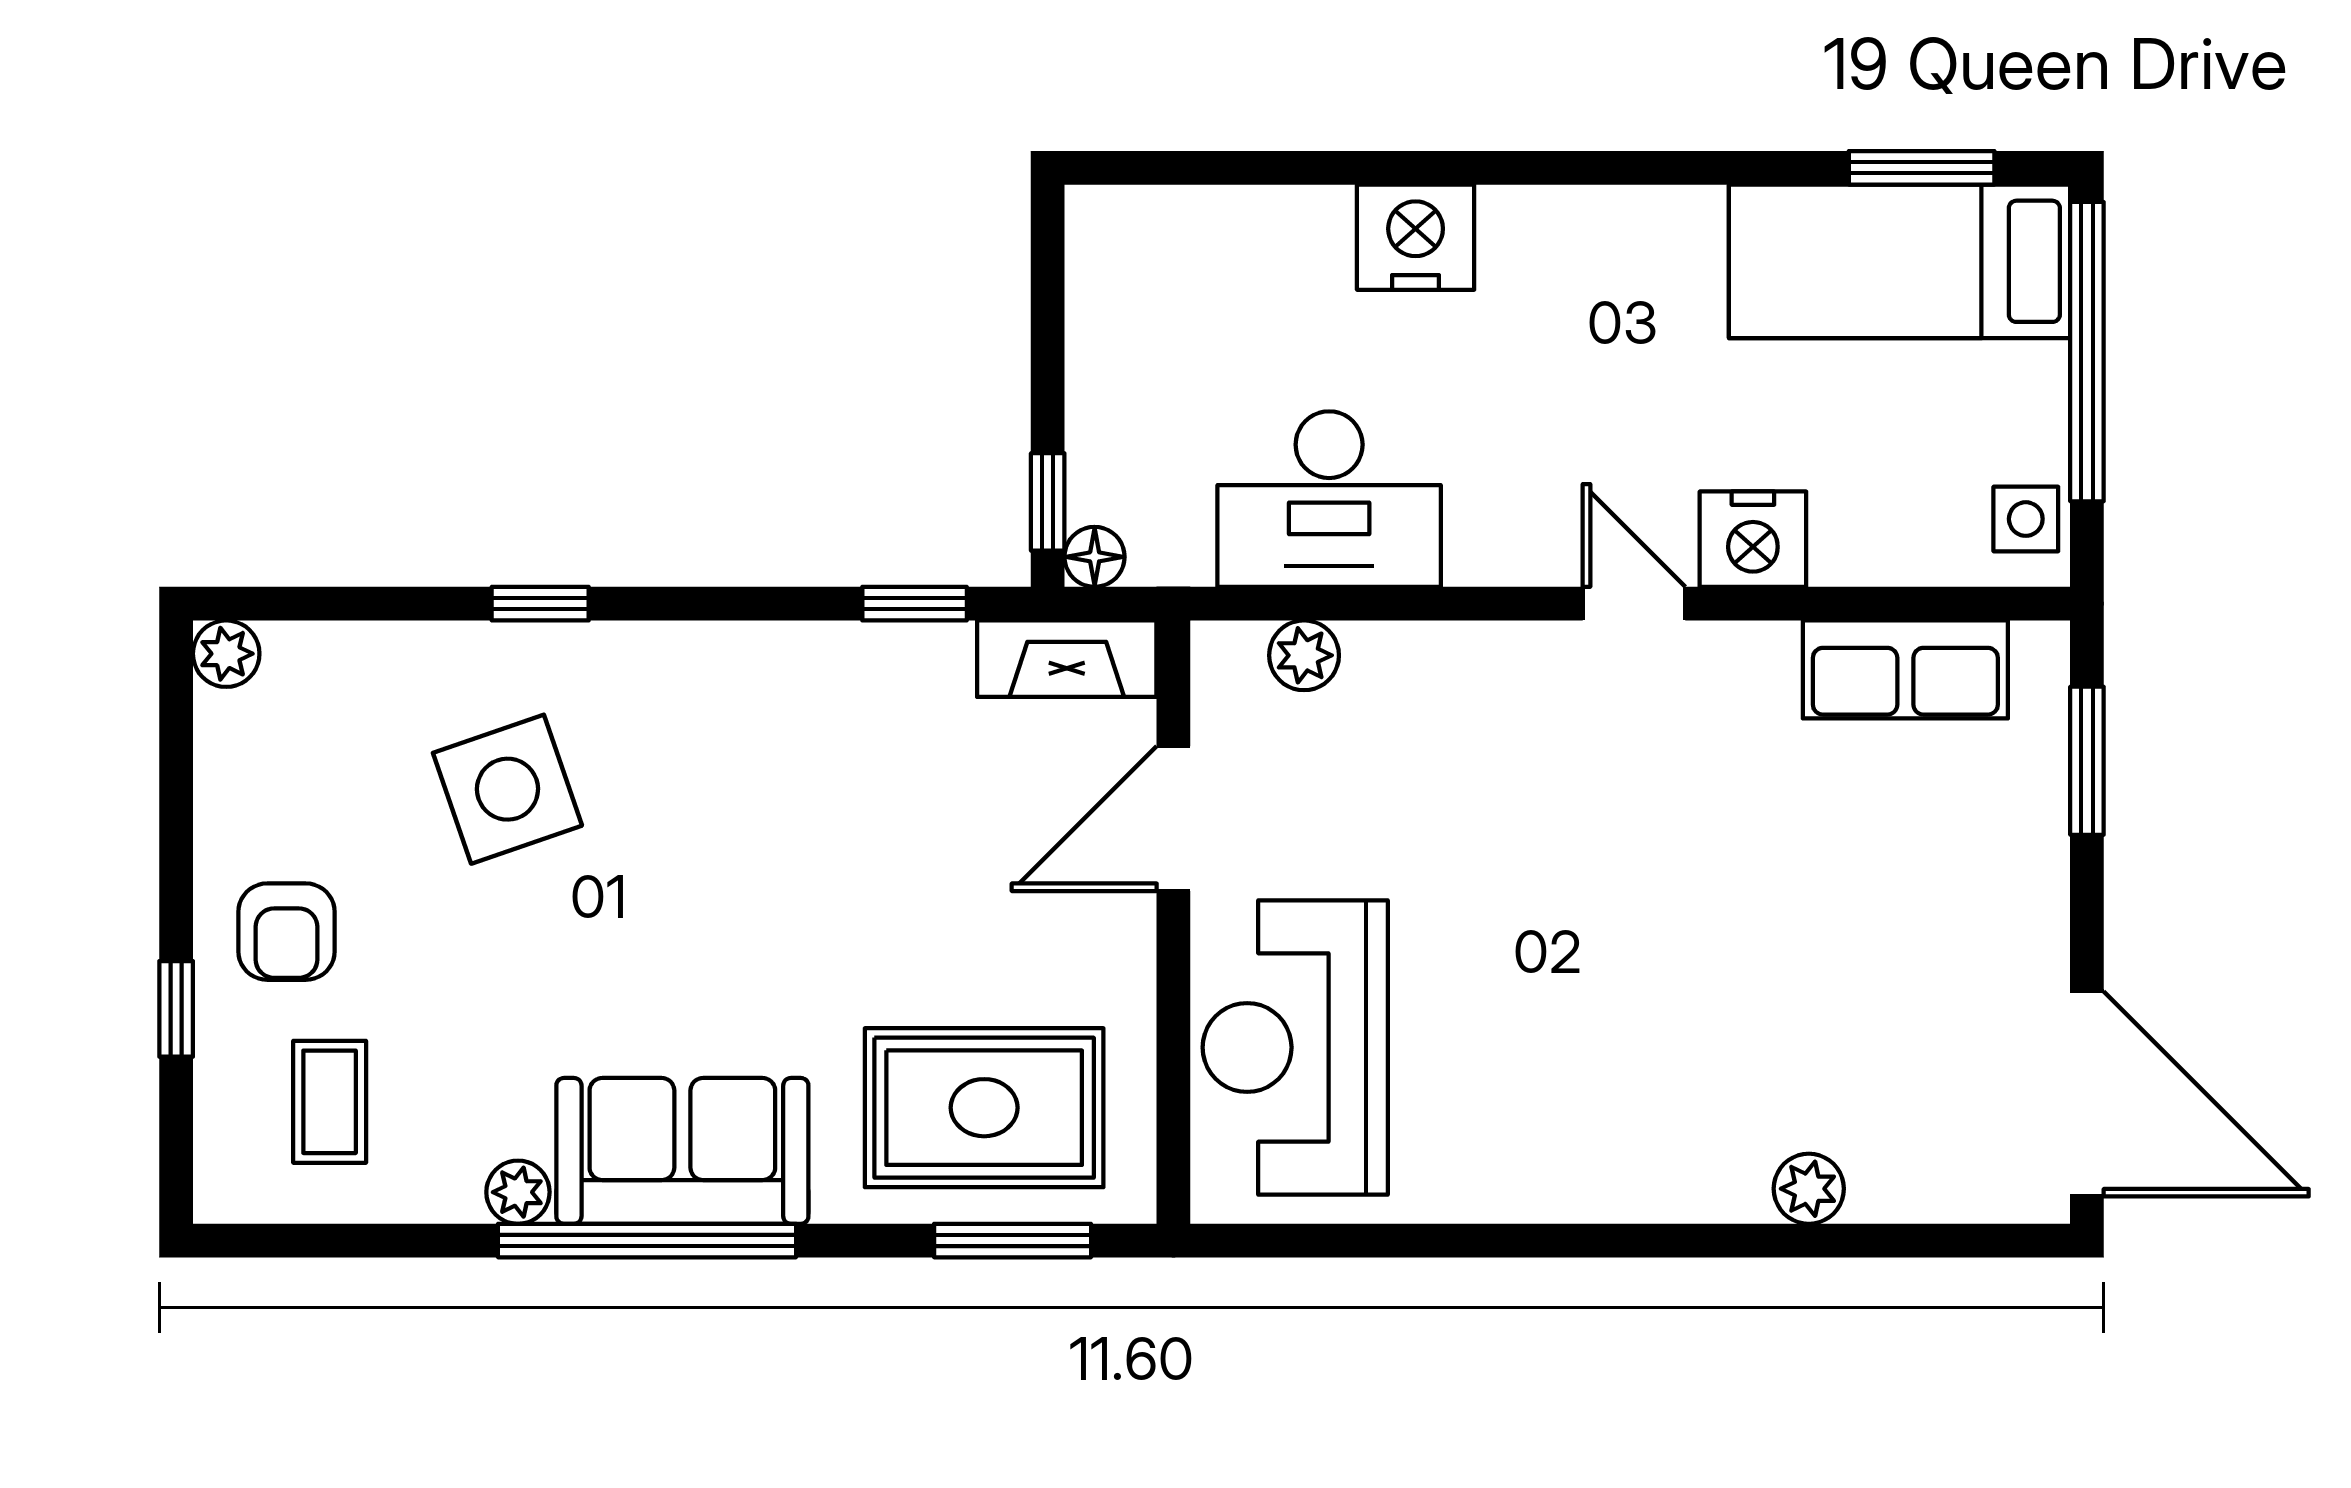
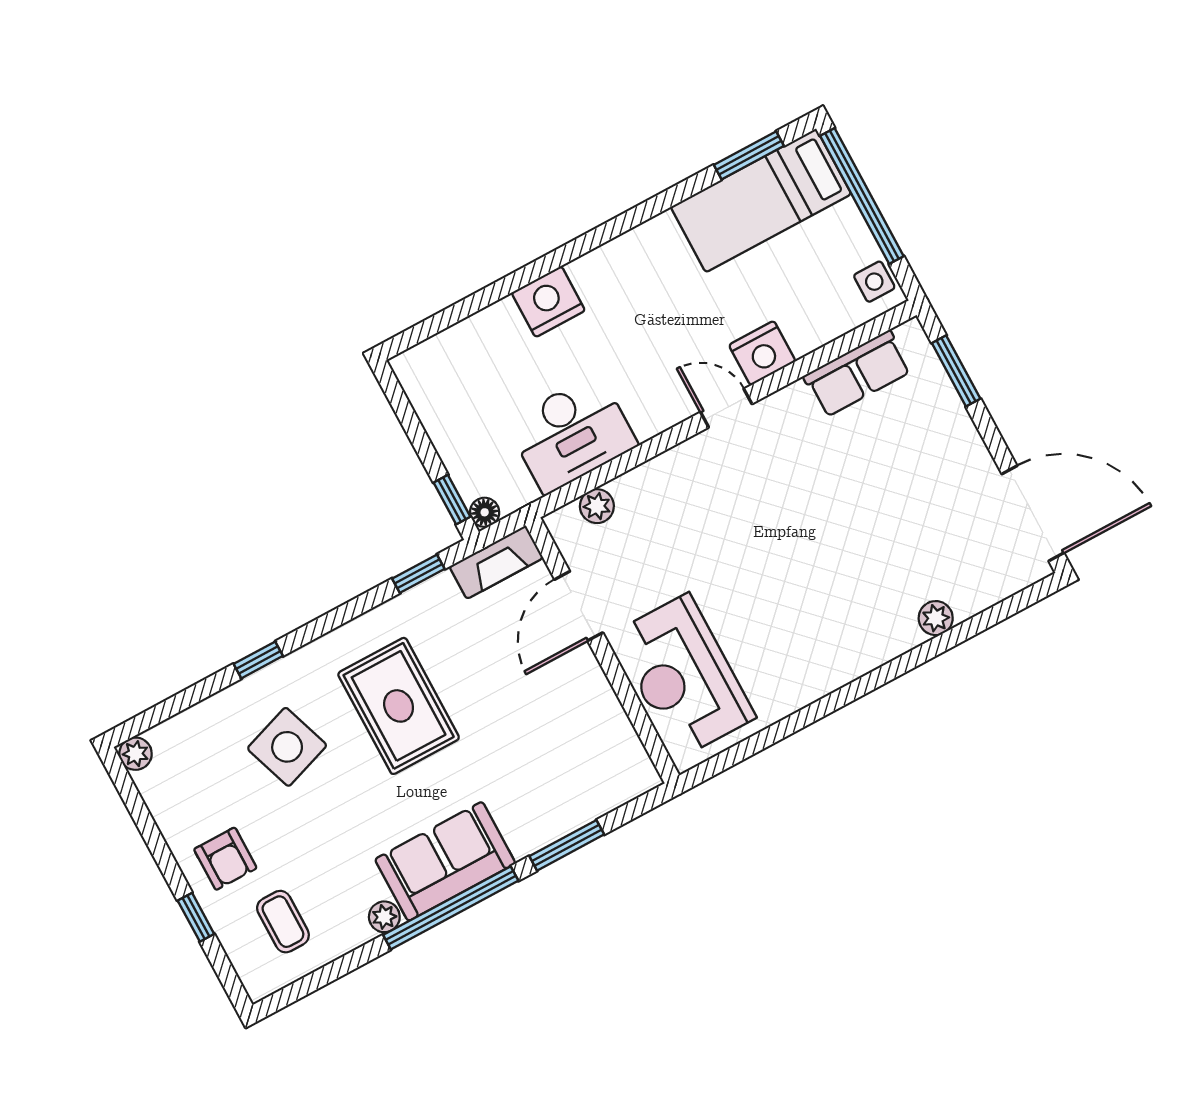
rug: (984, 1108) -> (399, 706), moved, turned 90
window: (1013, 1241) -> (567, 845), moved

